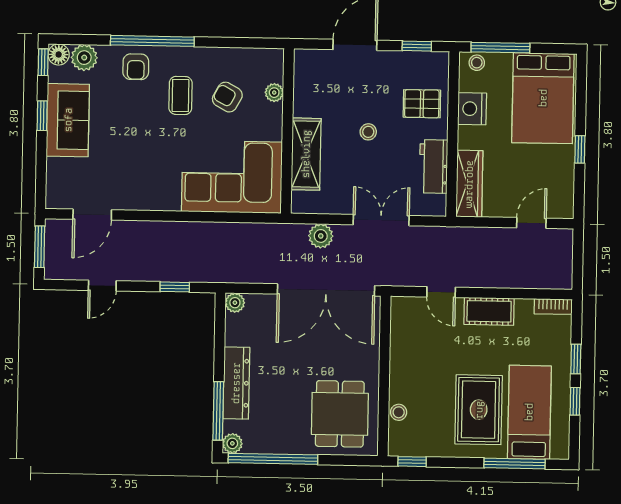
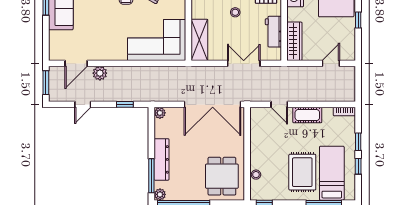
shelving: (306, 154) -> (199, 40), moved
plant: (321, 236) -> (100, 73), moved

